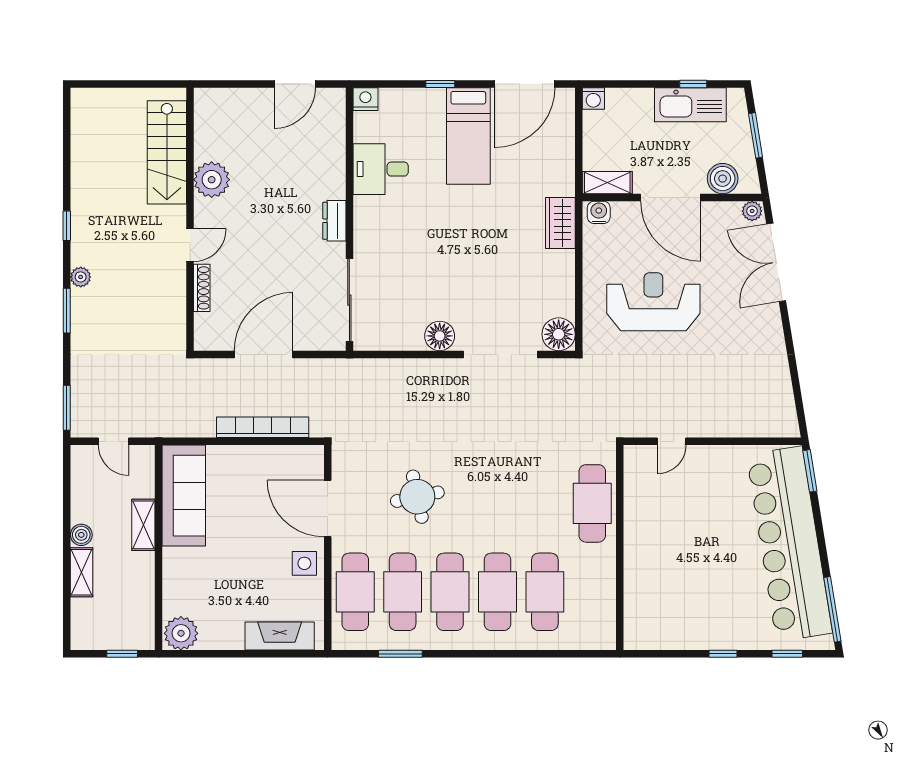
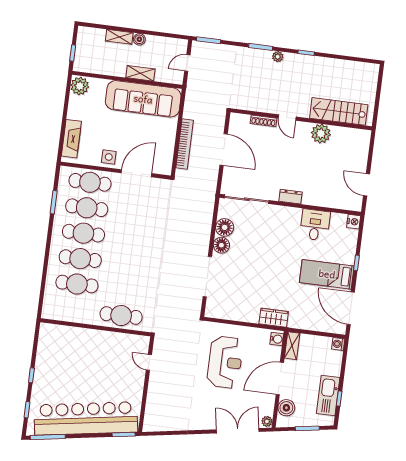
floor lamp: (559, 334) -> (225, 227), moved
sofa: (184, 496) -> (143, 99), width x1.36, depth x1.27
round table: (417, 497) -> (137, 222), removed

